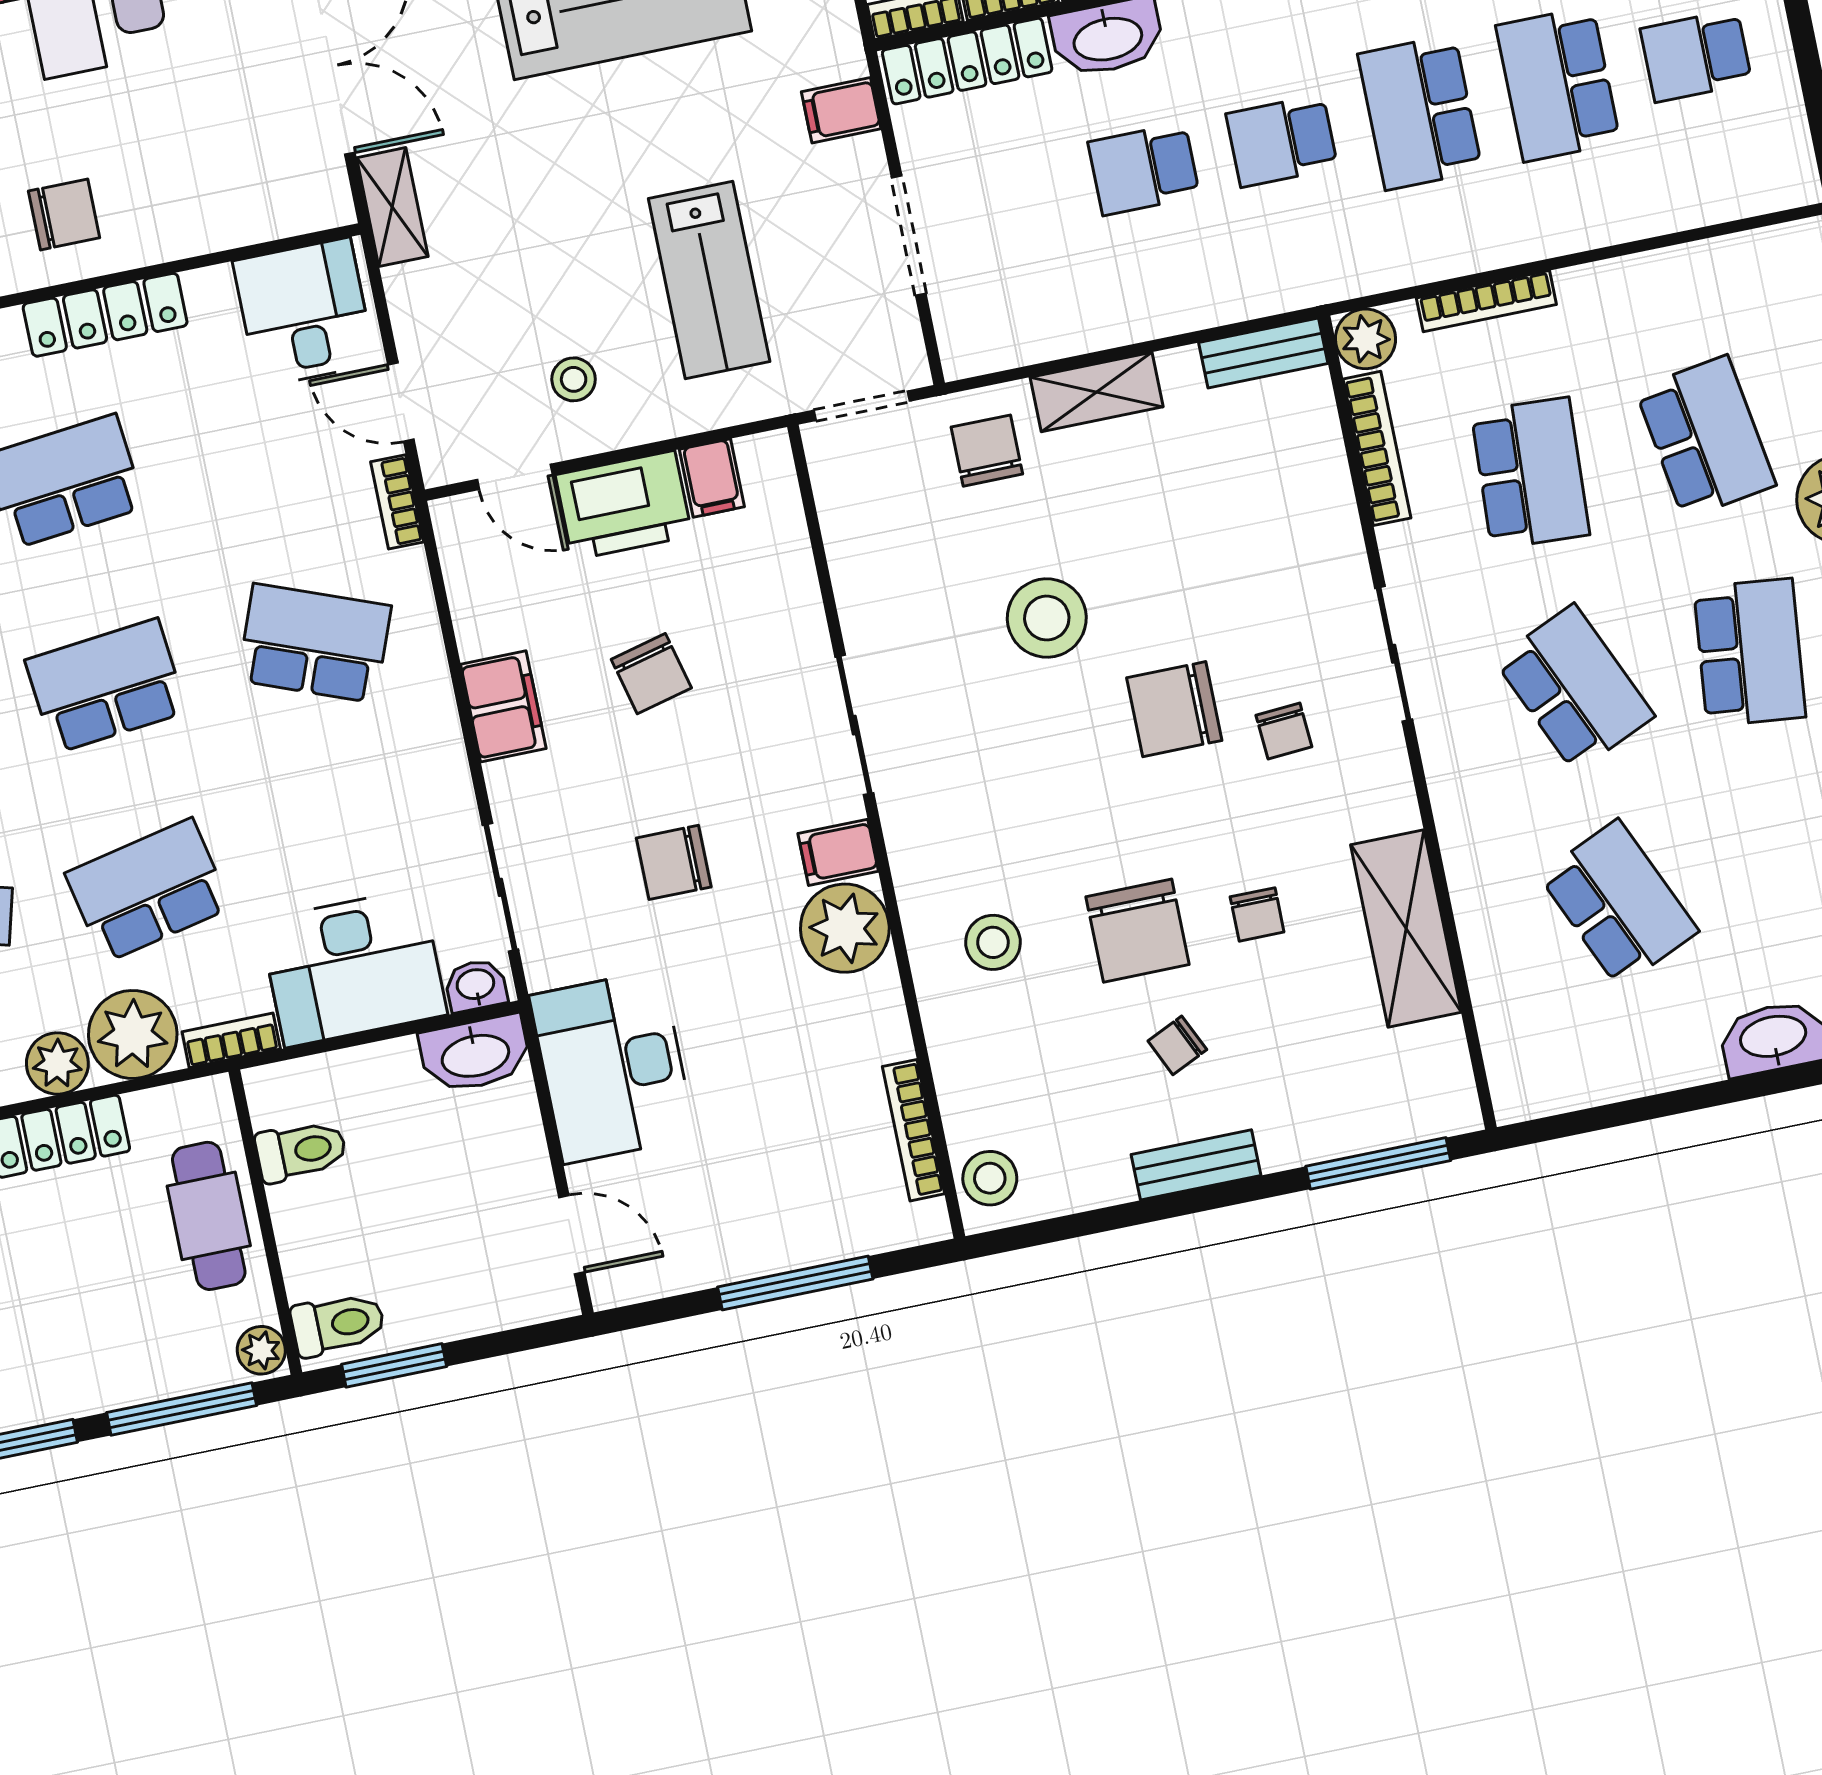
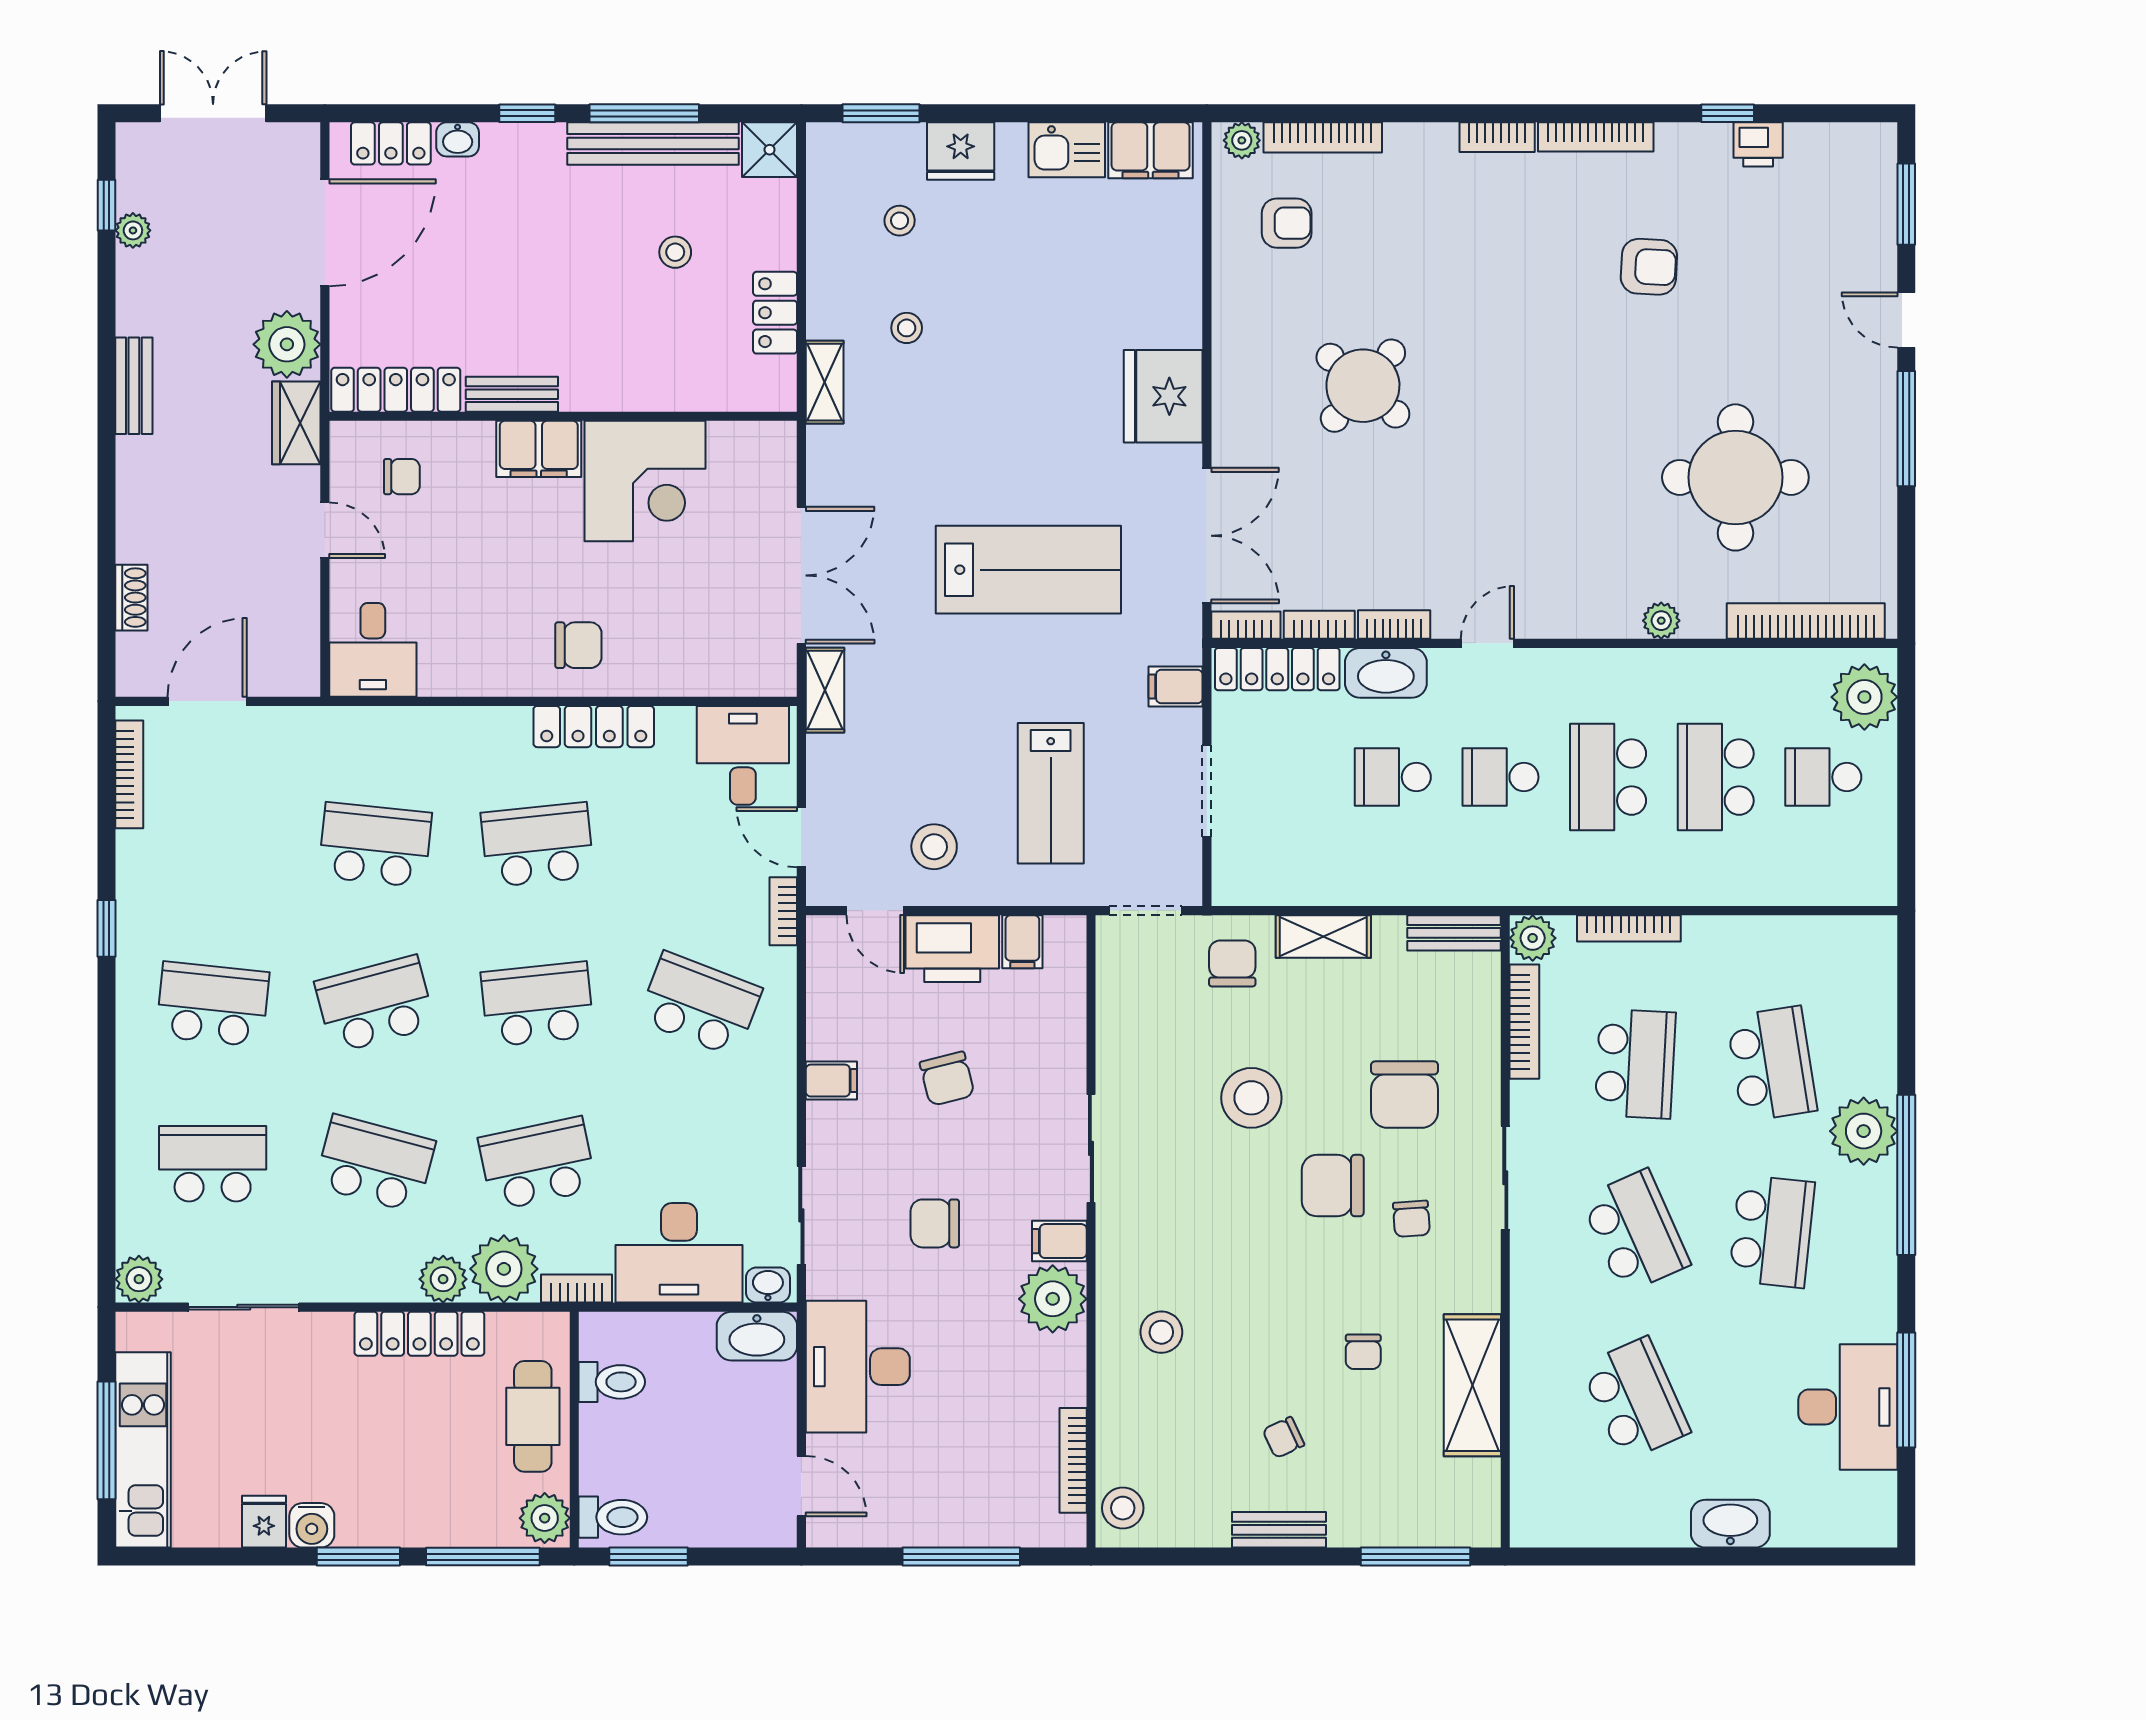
stool: (574, 379) -> (934, 847), width x1.37, depth x1.37
filing cabinet: (503, 706) -> (831, 1081), width x0.50
chair: (1138, 931) -> (1405, 1095), moved
plant: (261, 1350) -> (545, 1518), width x1.38, depth x1.38

